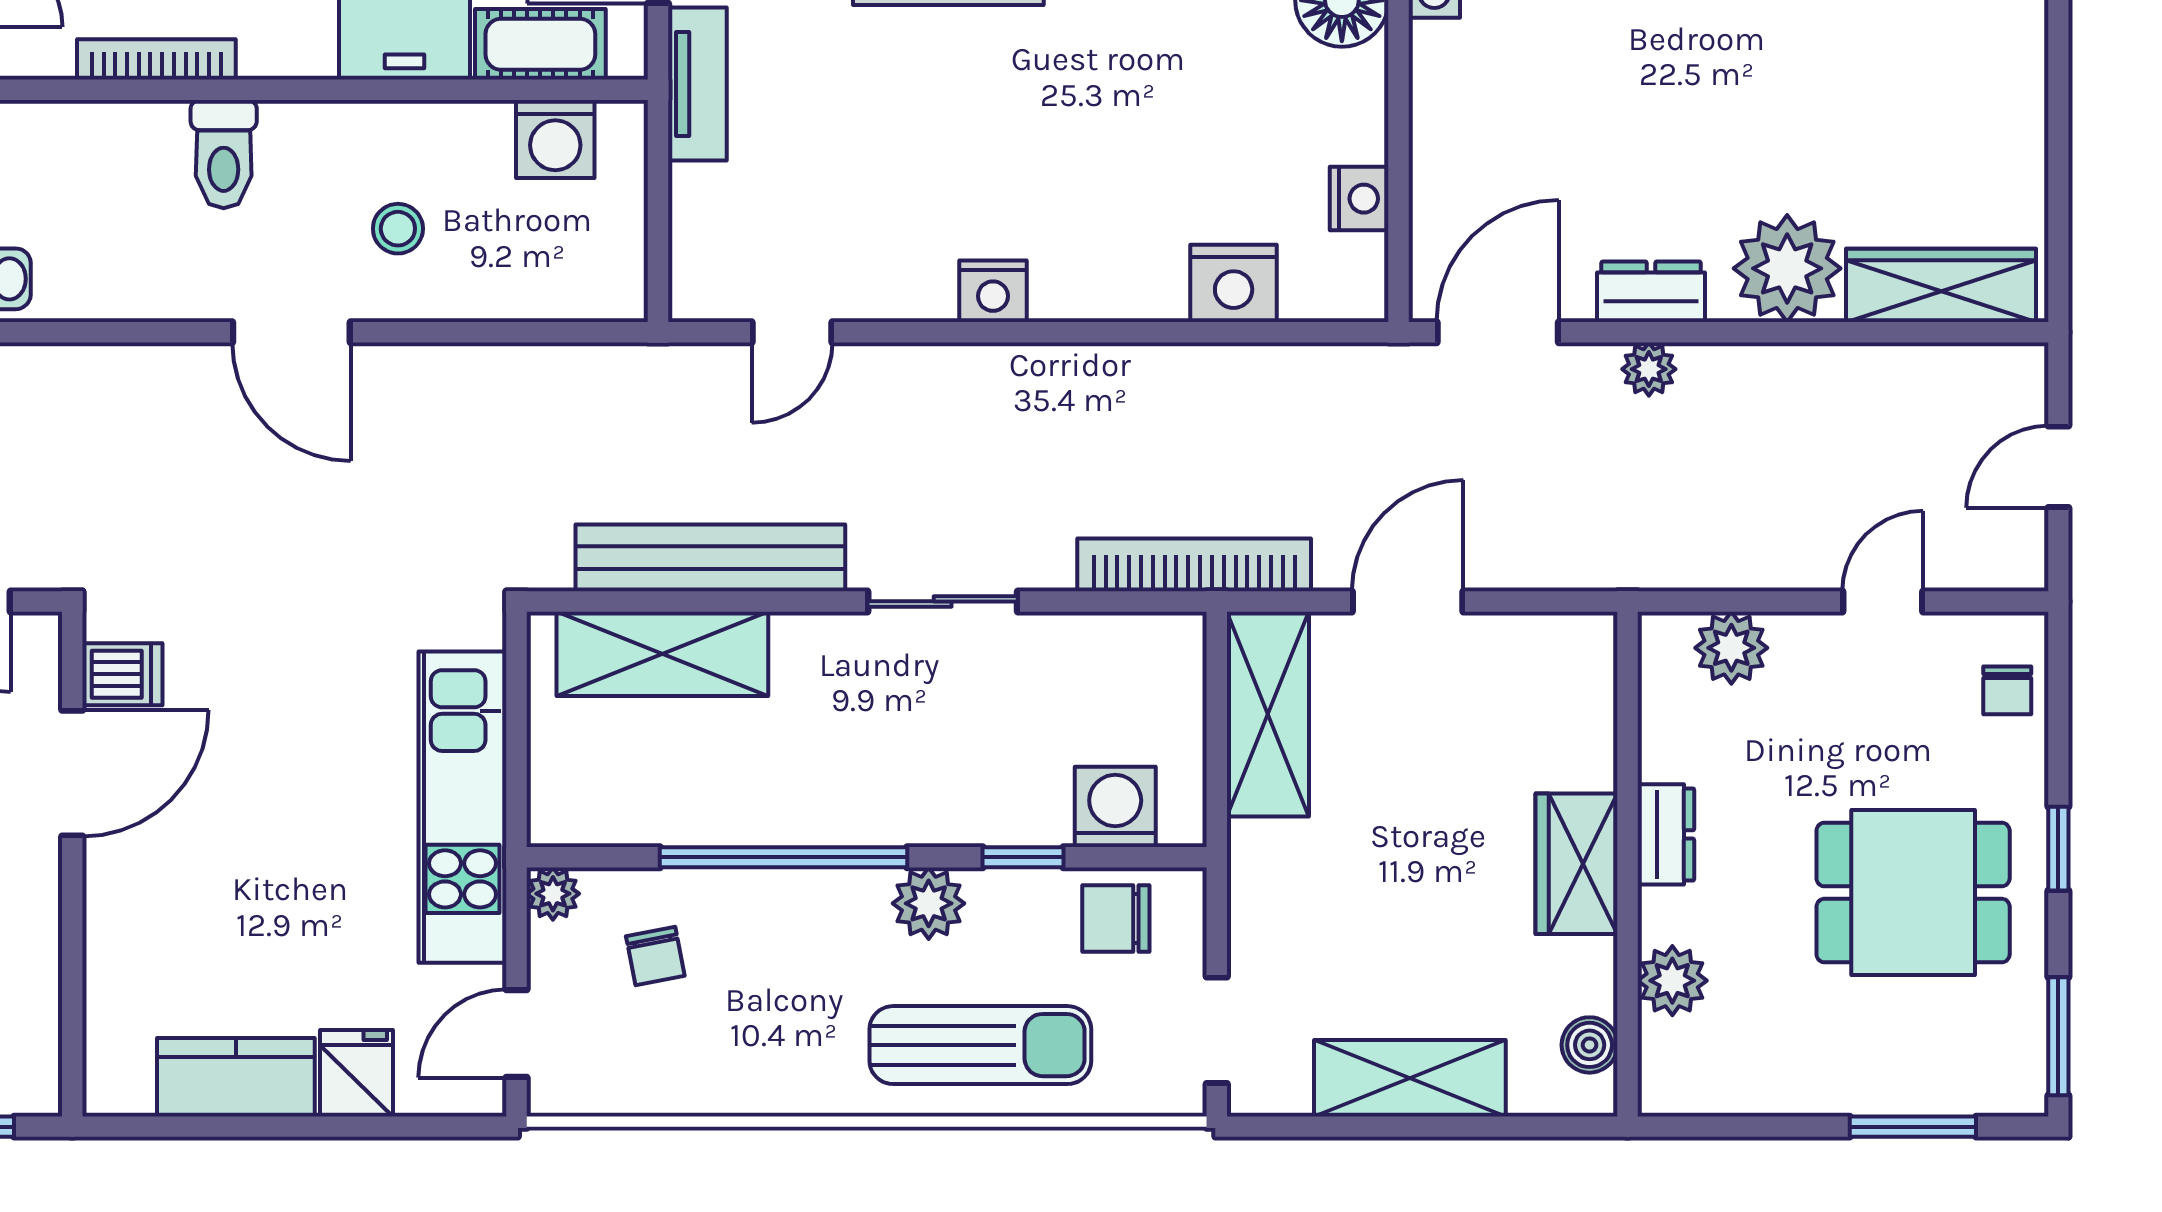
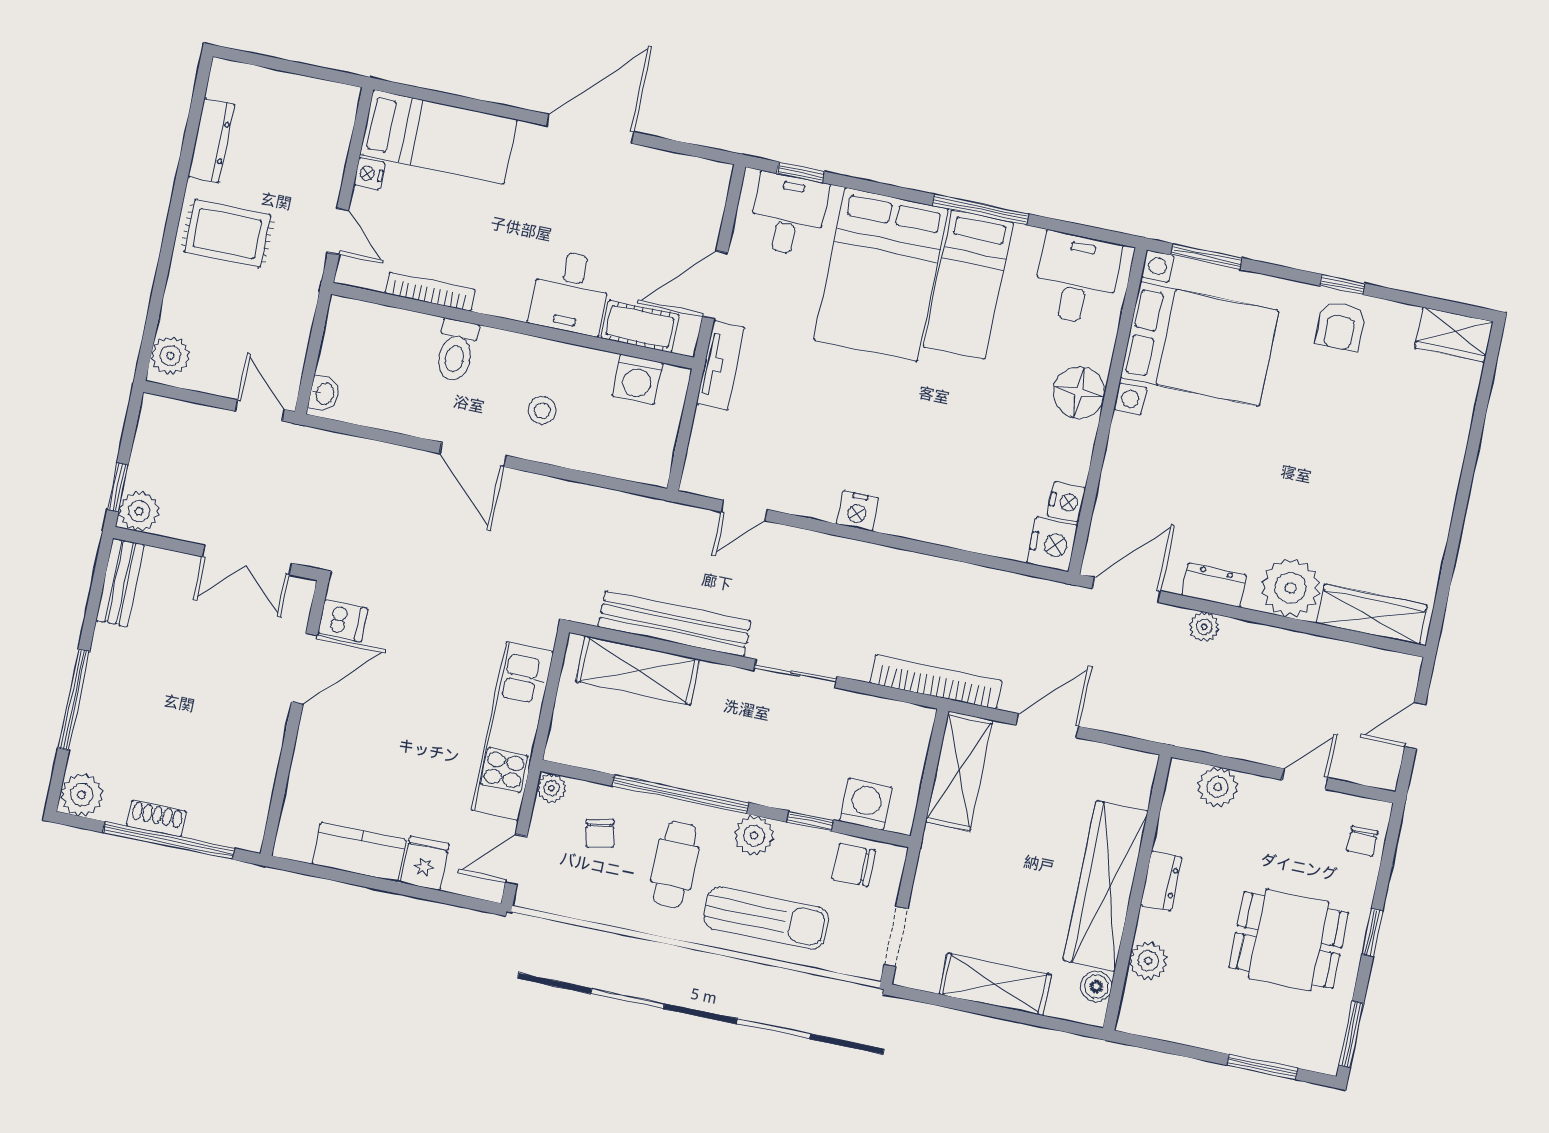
nightstand: (1234, 283) -> (1052, 544), moved, turned -90
wardrobe: (1576, 864) -> (1106, 886), width x2.10, depth x1.17
cafe table: (799, 984) -> (675, 864), added

